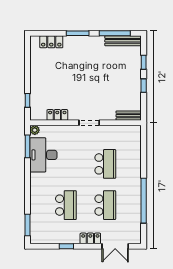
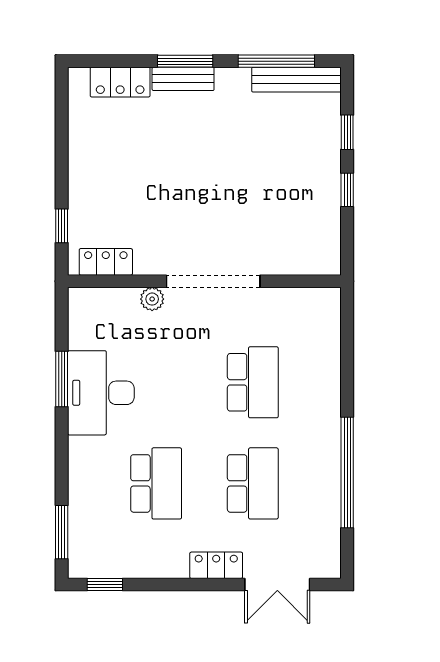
locker: (57, 115) -> (106, 262), moved
bench: (129, 116) -> (183, 79), moved
doorway: (89, 123) -> (213, 281), width x1.88
plant: (35, 130) -> (152, 299), moved
window: (28, 146) -> (62, 379), moved
desk: (43, 155) -> (101, 393), moved
window: (66, 246) -> (105, 585), moved

